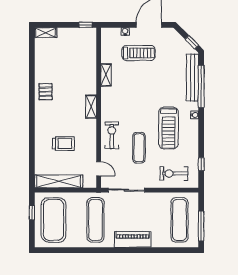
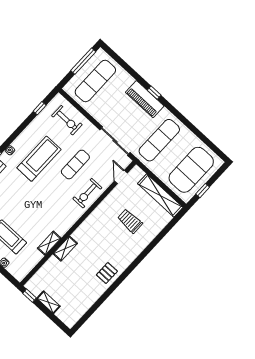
shelving: (46, 33) -> (48, 302), moved
shelving: (91, 107) -> (65, 249), moved
window: (130, 250) -> (154, 93), added

